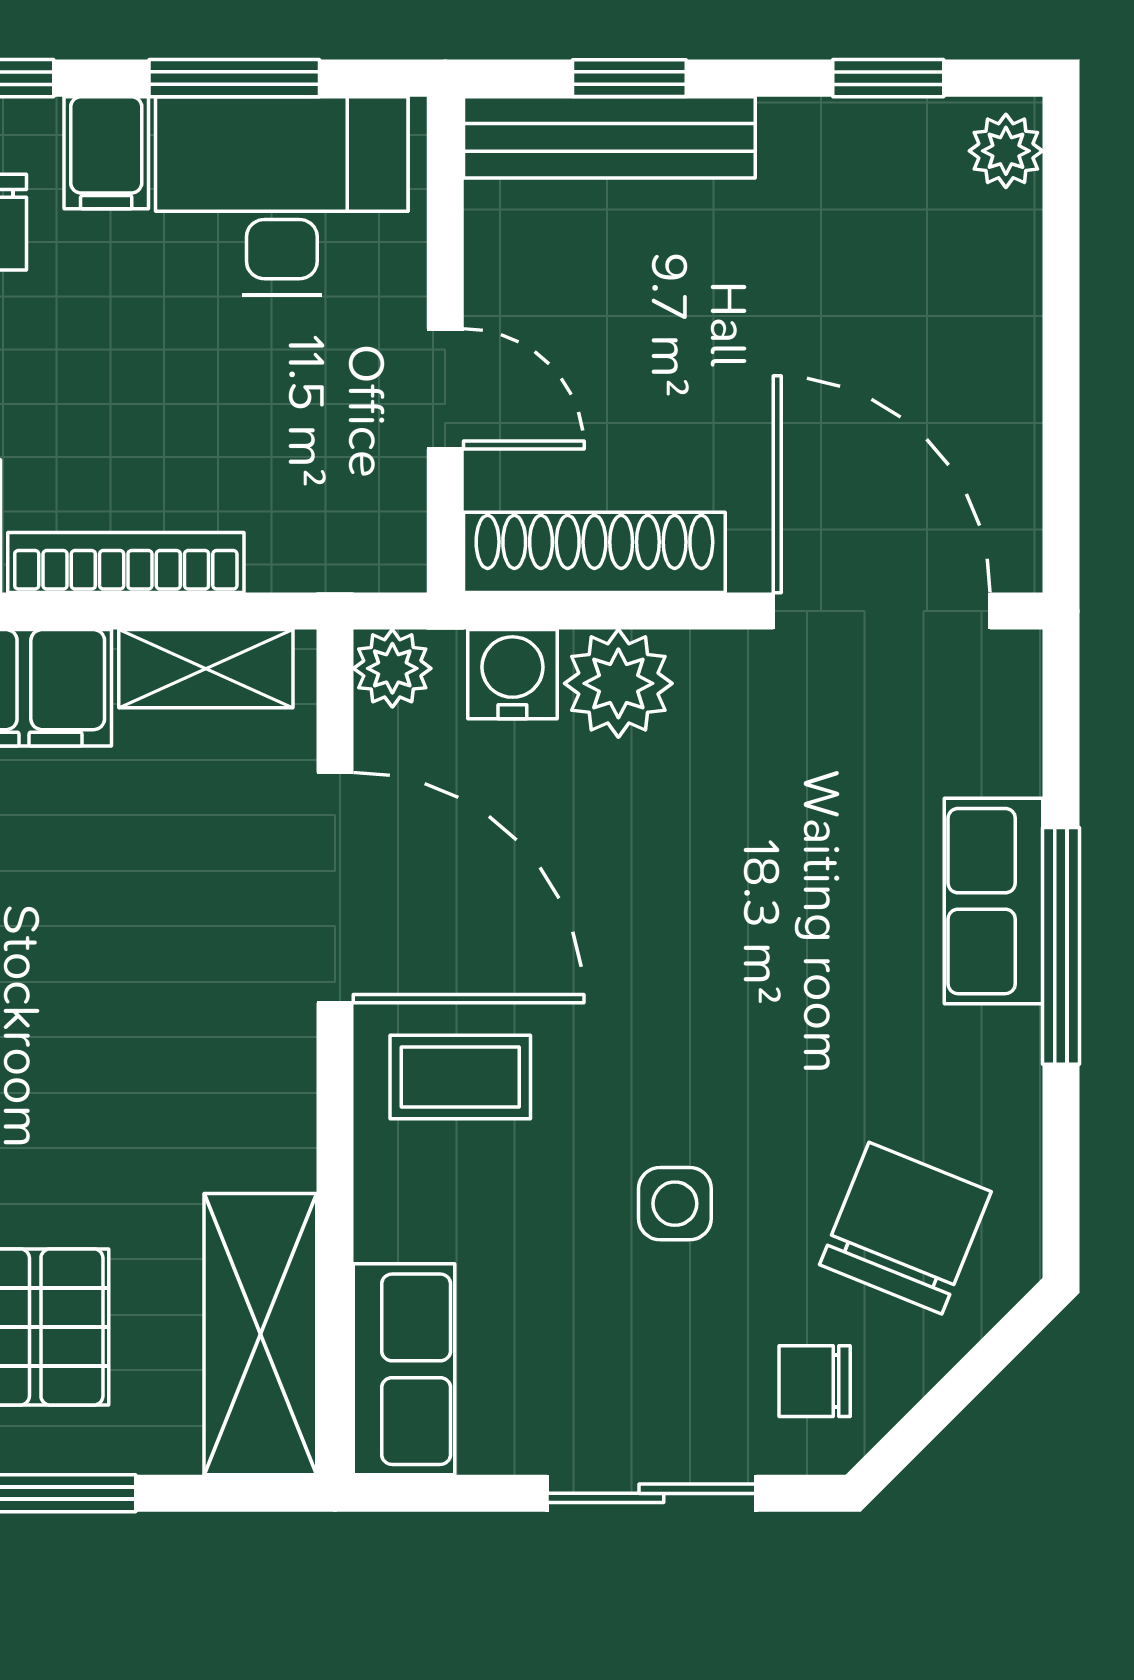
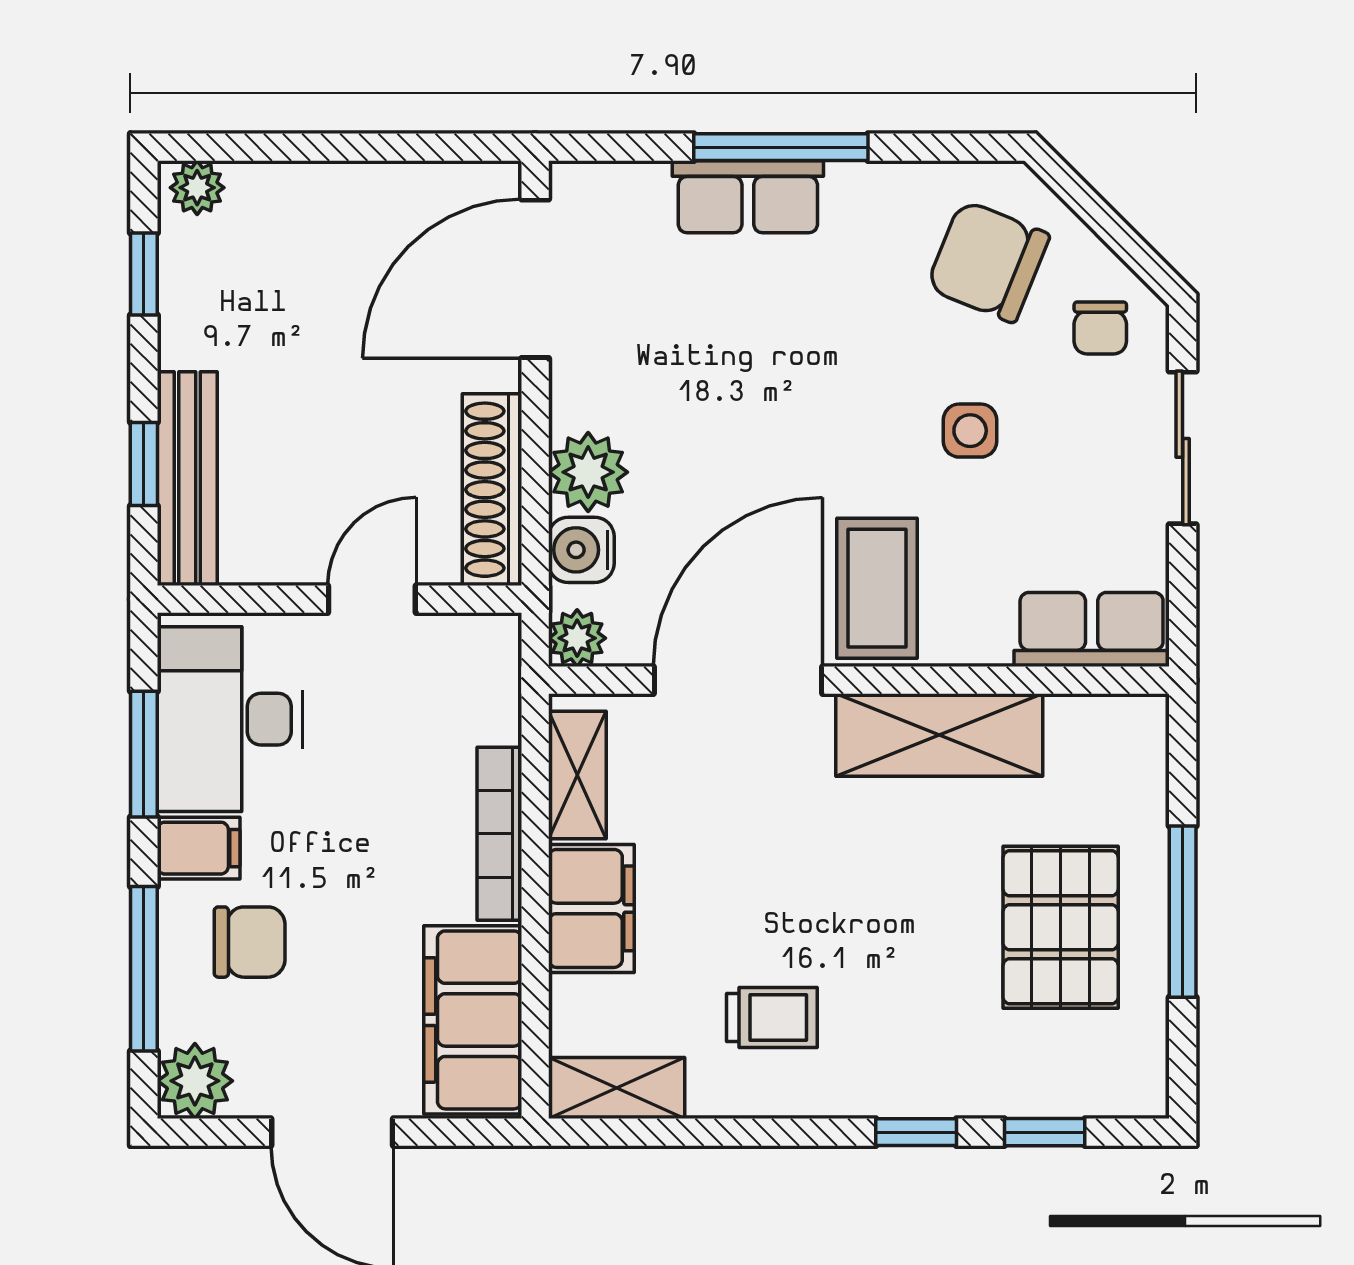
coffee table: (460, 1077) -> (877, 588), width x1.36, depth x1.30
shelving: (260, 1334) -> (939, 735), moved

